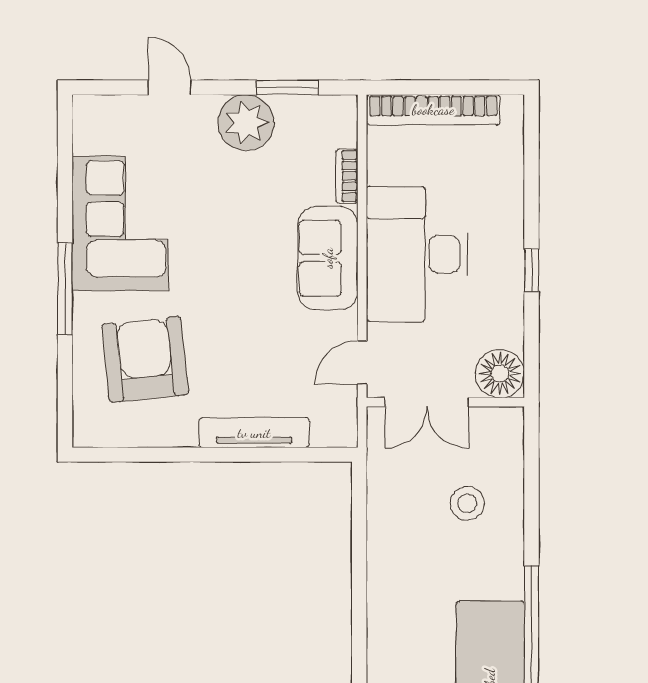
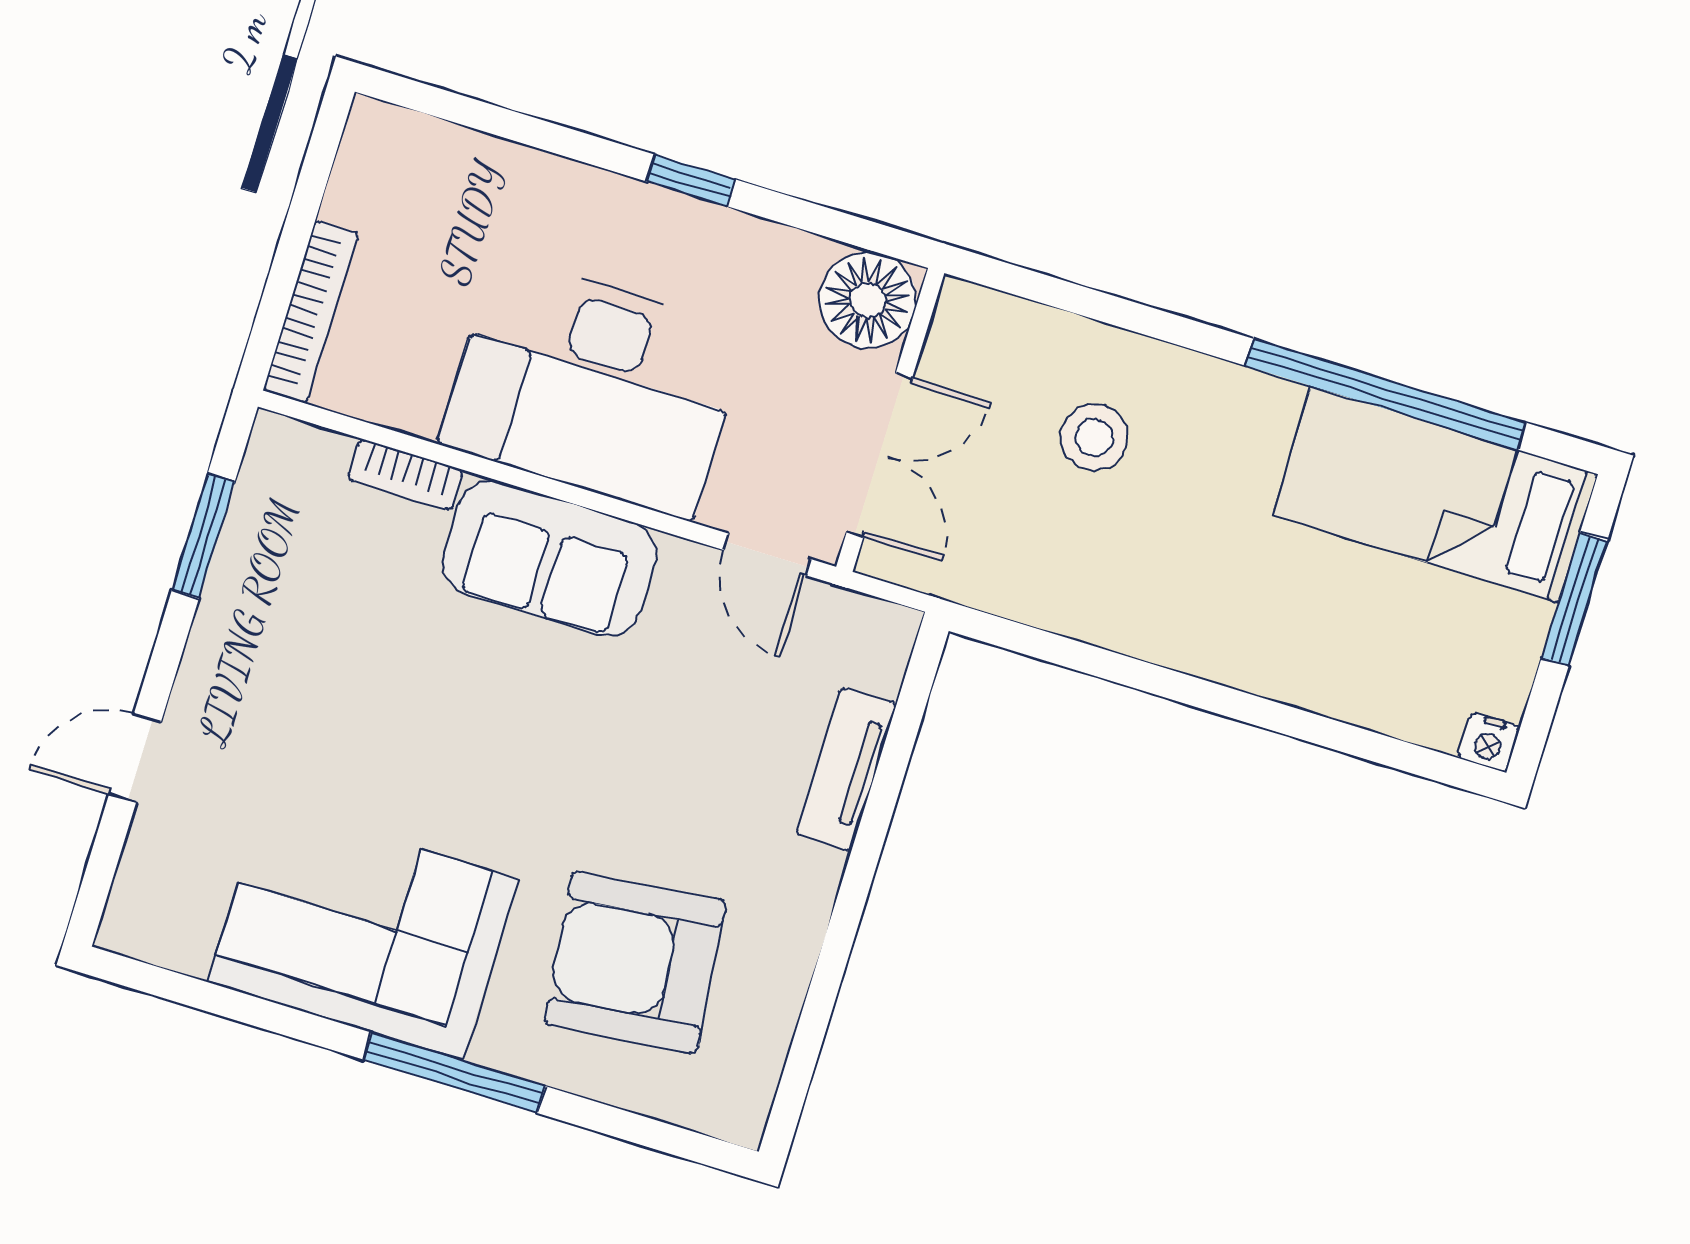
bookcase: (433, 110) -> (311, 312), width x0.68, depth x0.76
plant: (246, 123) -> (246, 634), removed
tv unit: (254, 433) -> (846, 769), width x0.71

